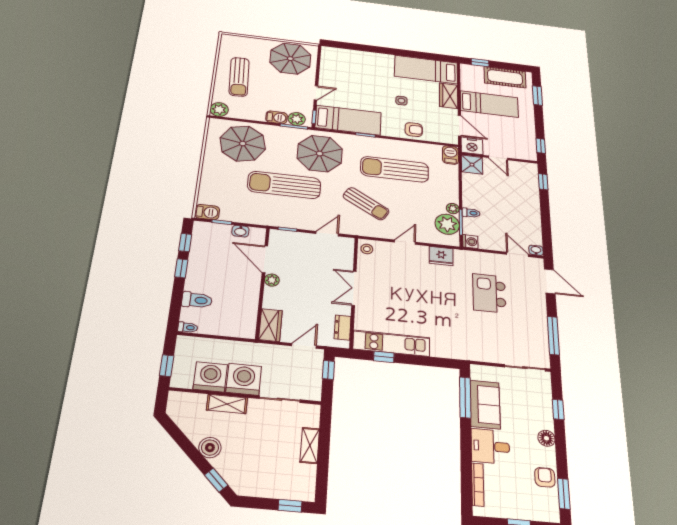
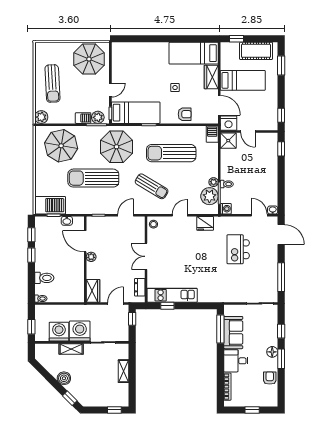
barbecue: (207, 212) -> (50, 205), width x1.88, depth x1.53
window: (564, 494) -> (281, 359), moved

